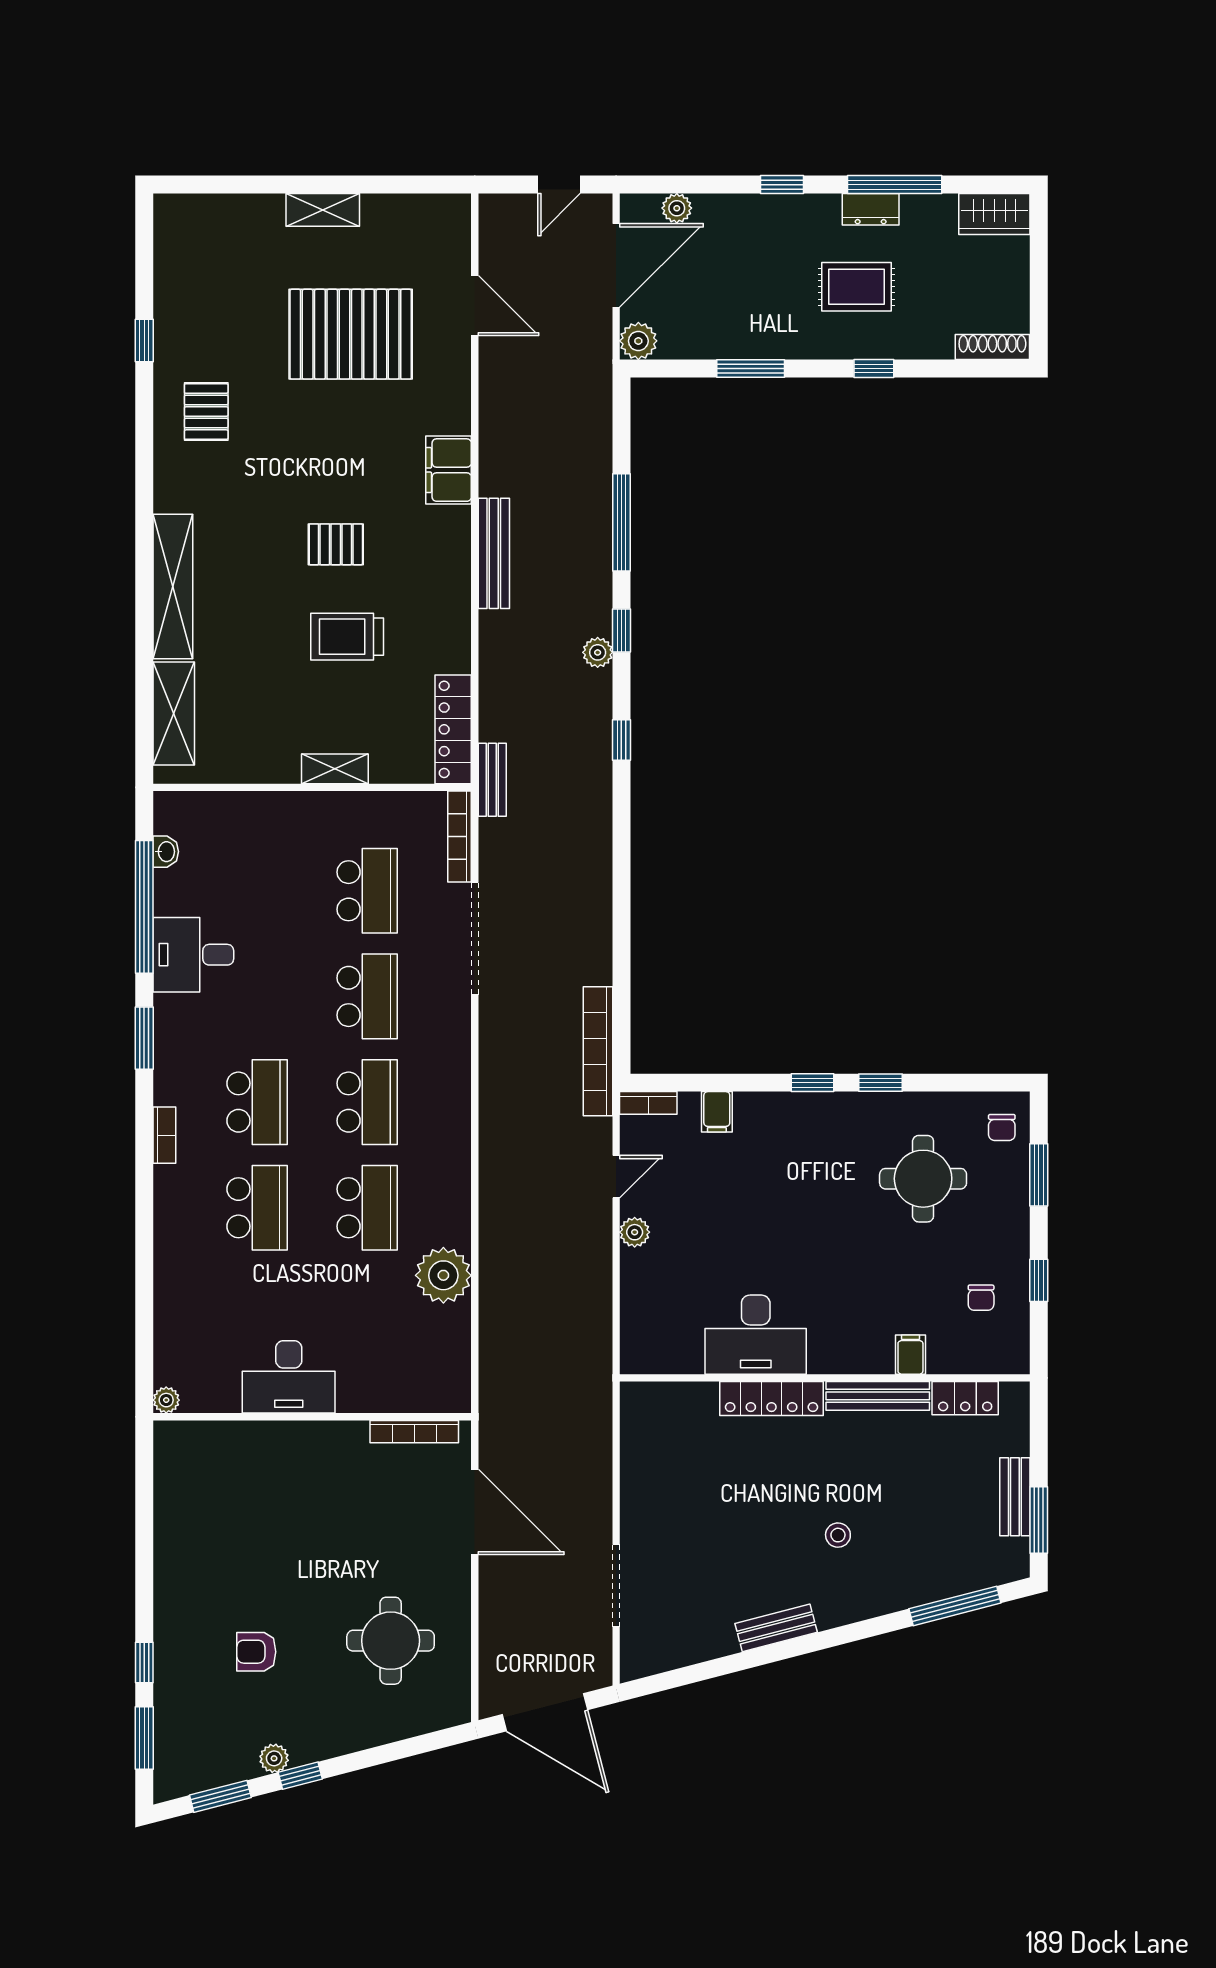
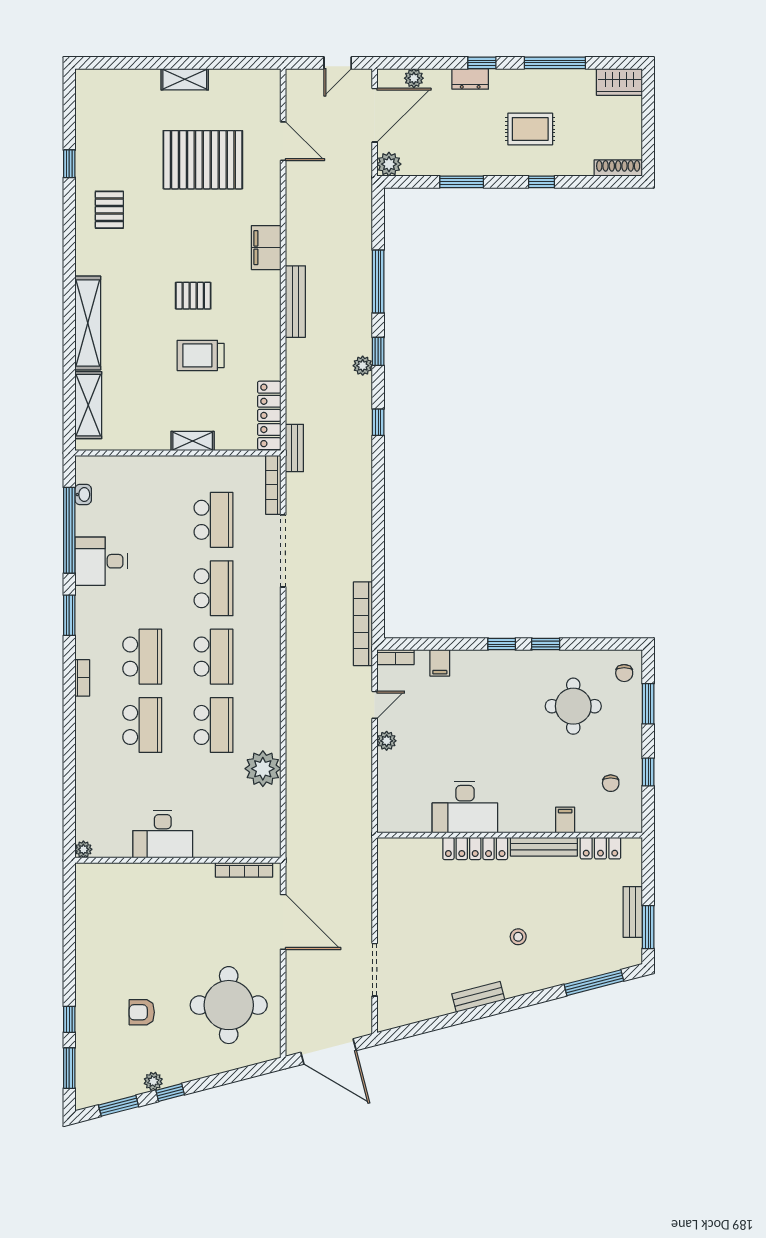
dresser: (871, 209) -> (470, 79), moved
round table: (391, 1641) -> (229, 1005), width x1.36, depth x1.36

